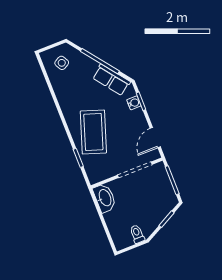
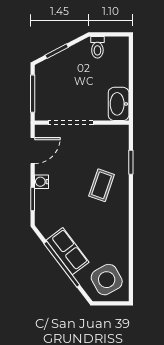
side table: (62, 63) -> (107, 280), width x1.87, depth x1.87
row of seats: (111, 80) -> (68, 251), moved
water cooler: (134, 103) -> (41, 182), moved
coffee table: (93, 132) -> (102, 185), width x0.54, depth x0.58

